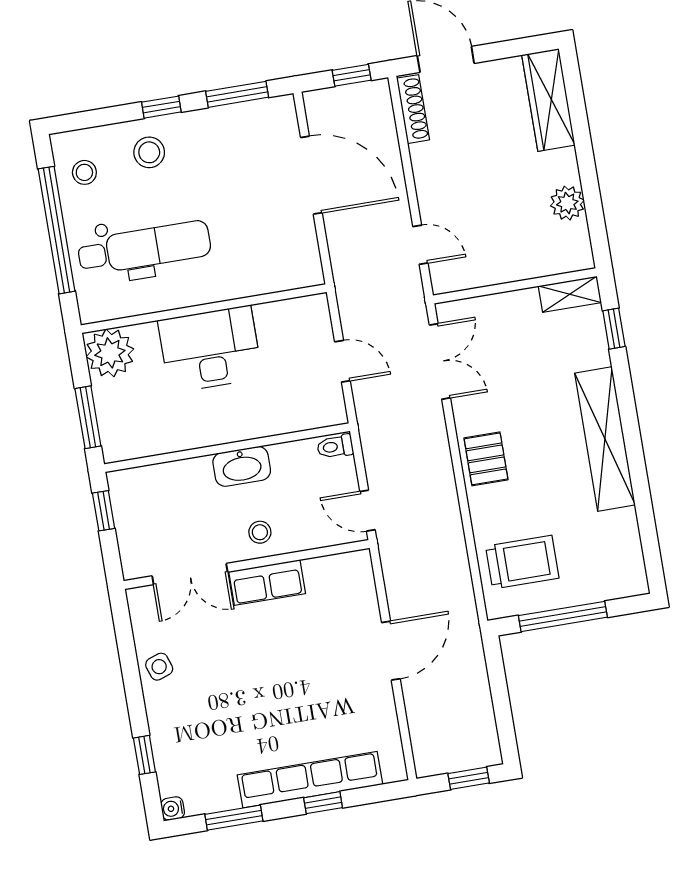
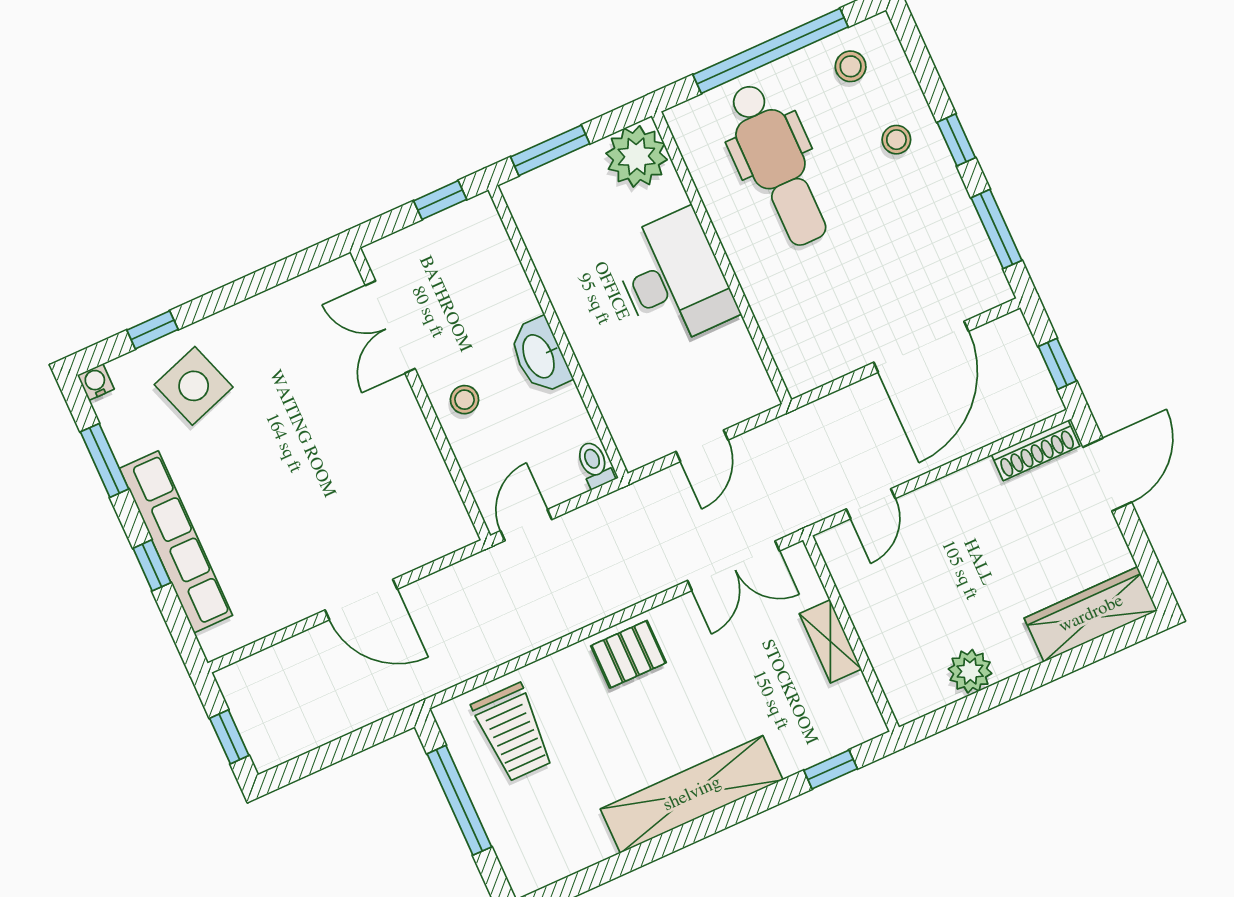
stool: (149, 152) -> (896, 140), width x0.73, depth x0.73
shelving: (570, 294) -> (830, 641), moved
row of seats: (267, 582) -> (405, 425), removed
side table: (159, 667) -> (194, 386), moved, width x1.87, depth x1.87

